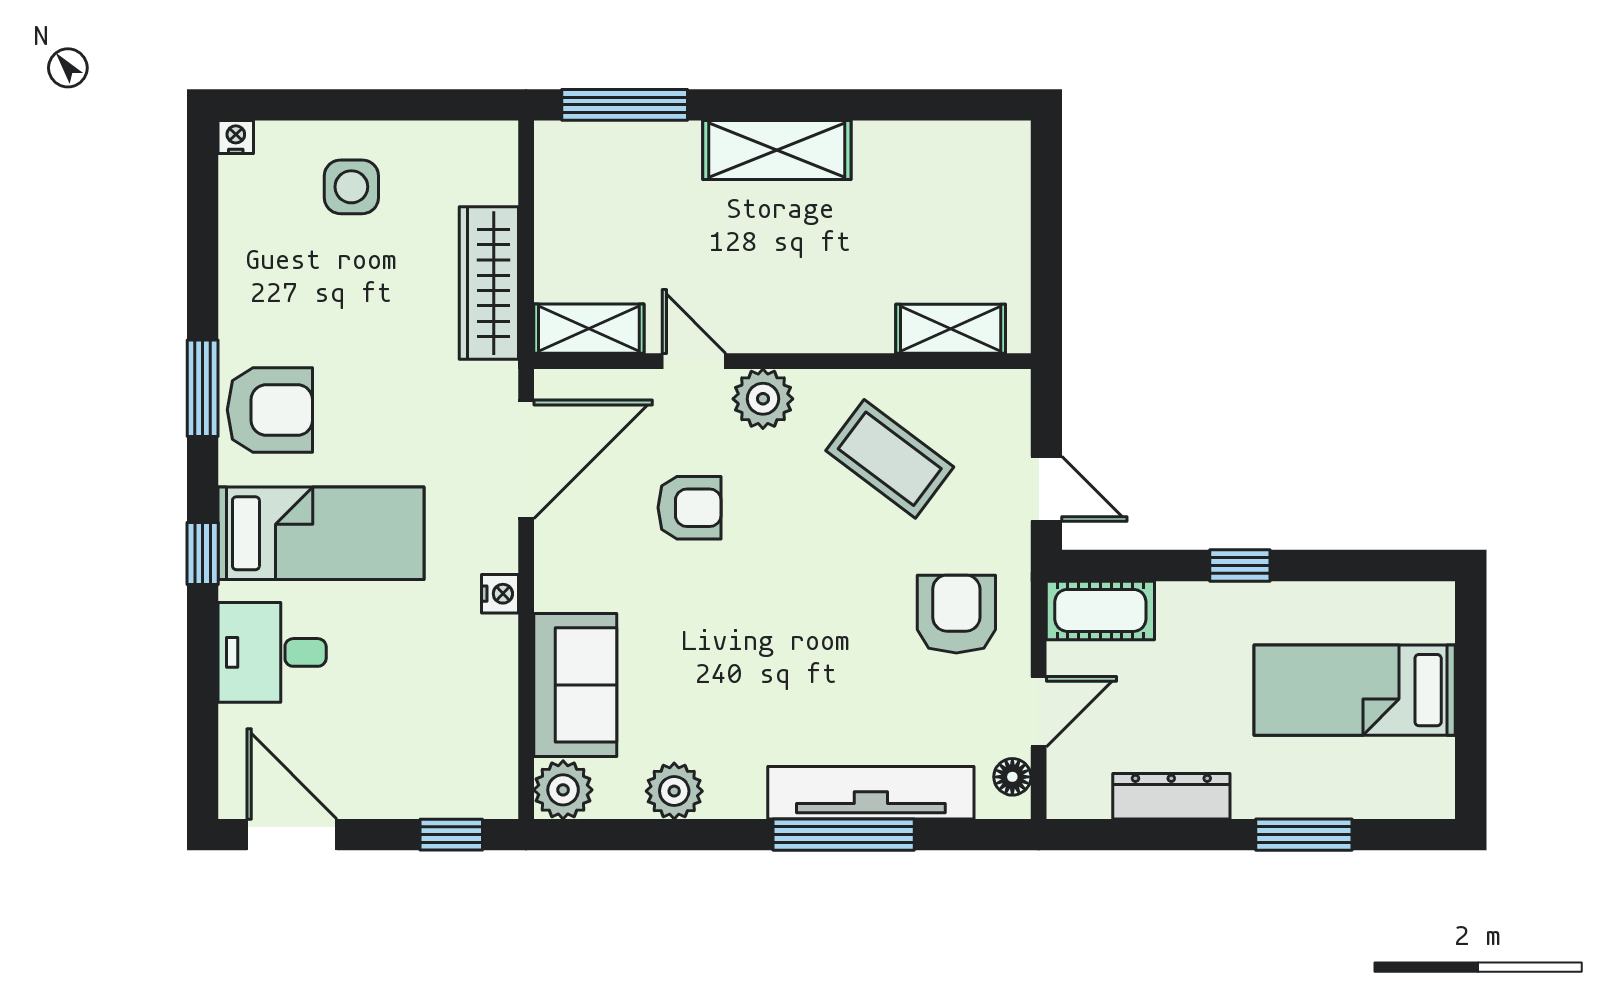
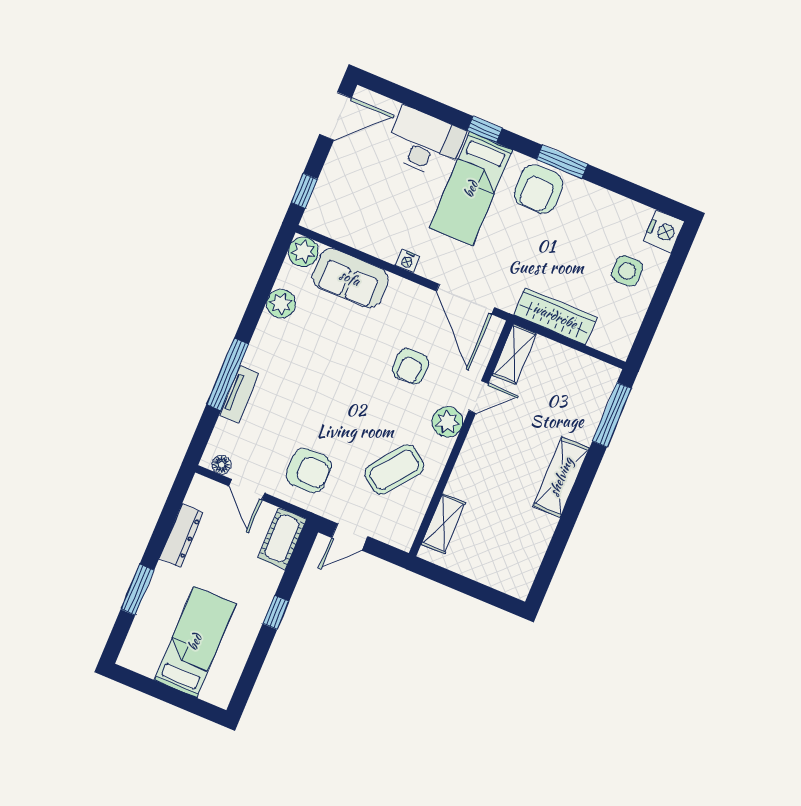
nightstand: (236, 137) -> (664, 231), width x1.89, depth x1.79
desk: (272, 652) -> (425, 143), width x1.37
tv unit: (871, 793) -> (239, 394), width x0.52, depth x0.78

